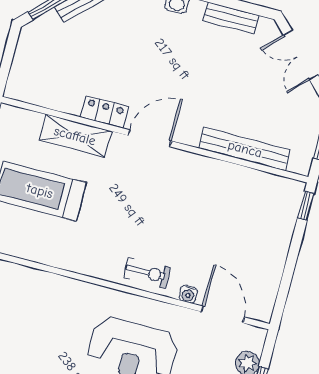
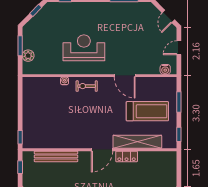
shelving: (75, 136) -> (137, 142), width x1.47
door: (223, 315) -> (125, 76), moved

